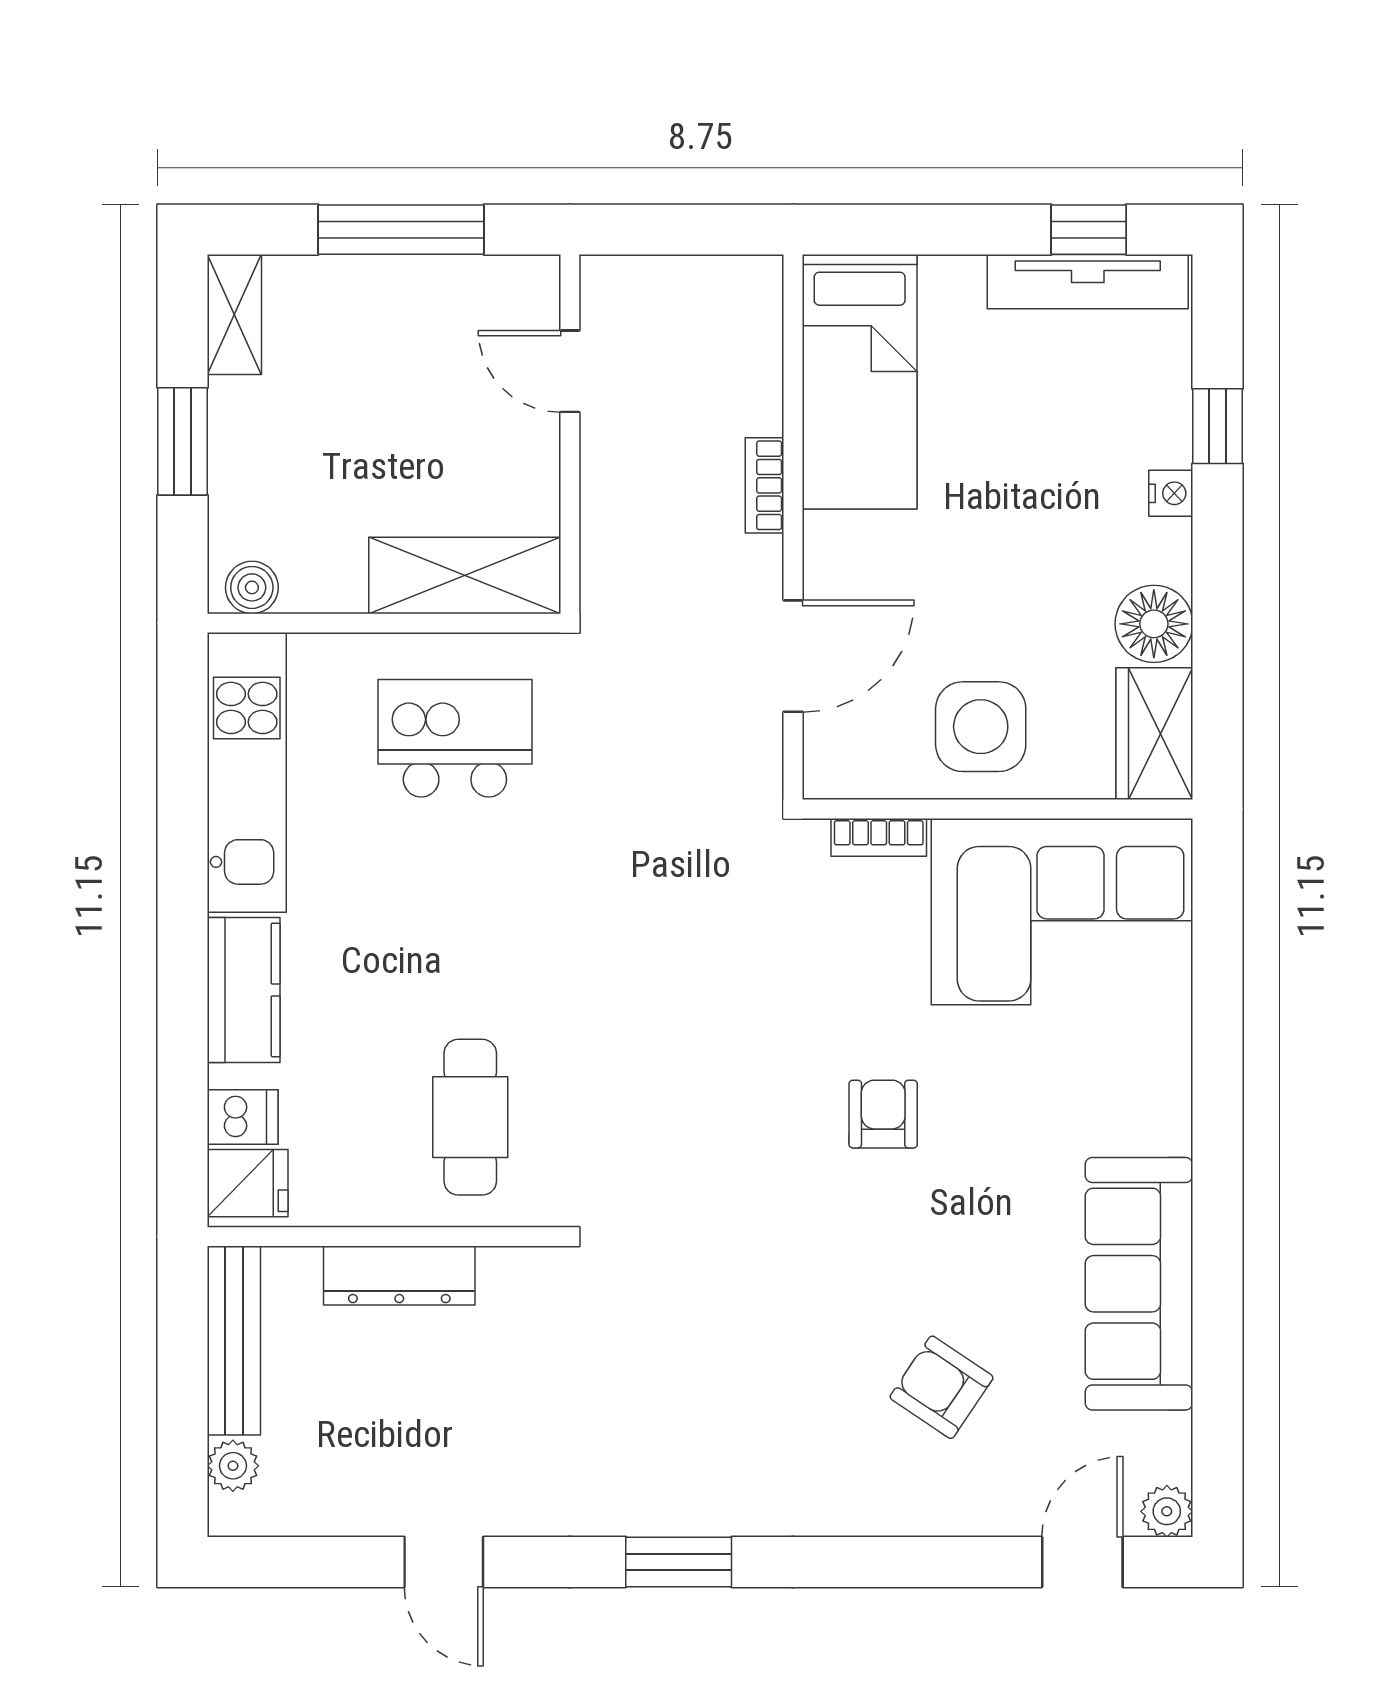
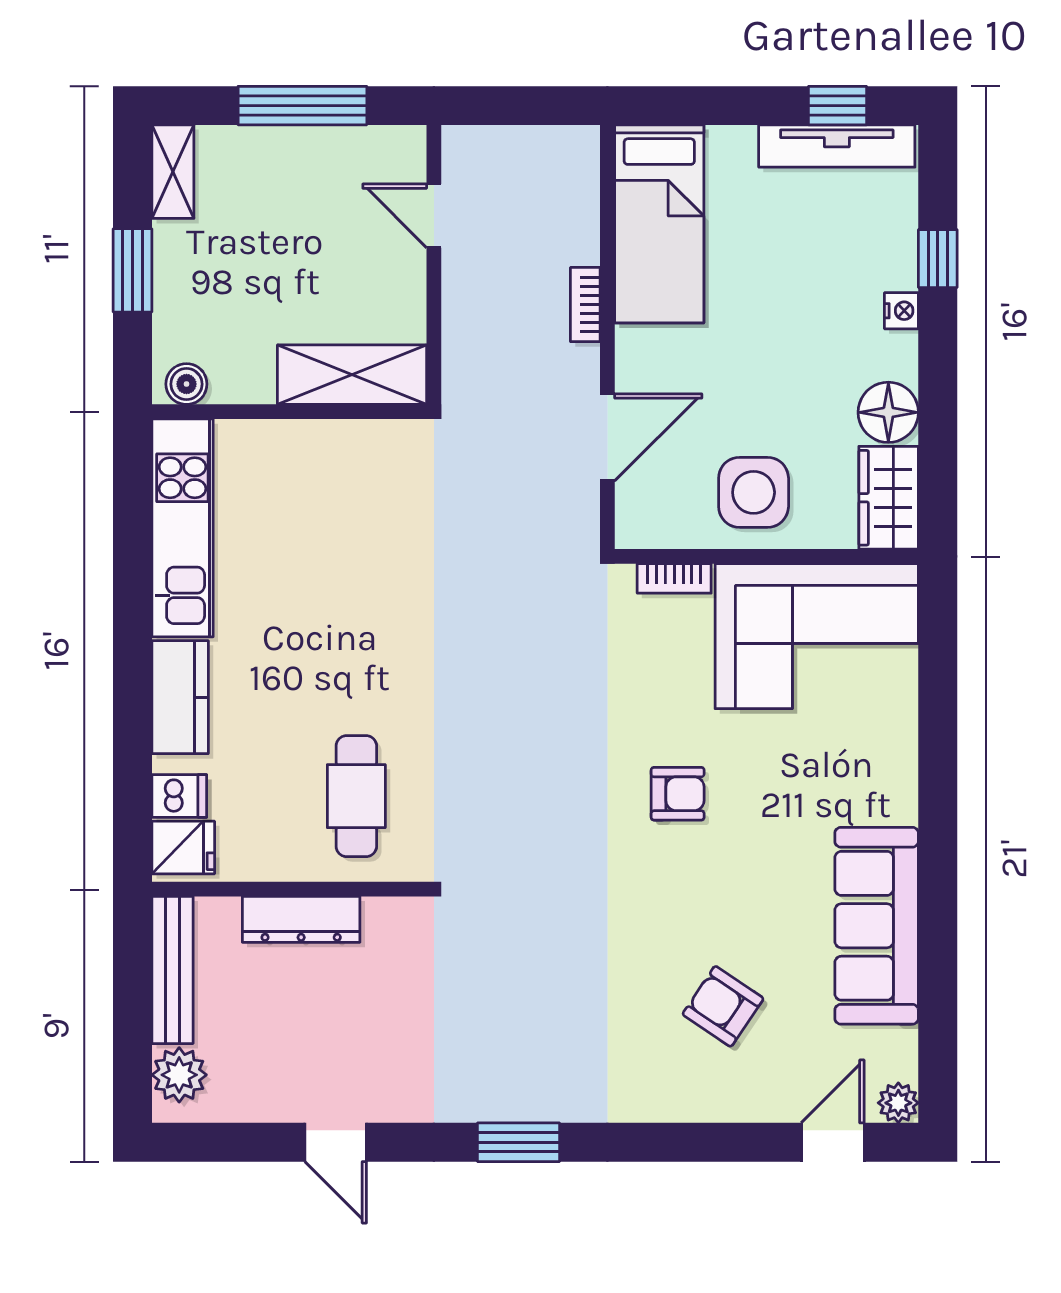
kitchen island: (455, 738) -> (344, 501), removed
armchair: (883, 1114) -> (678, 794), turned 90
plant: (233, 1466) -> (179, 1075), width x1.38, depth x1.38

